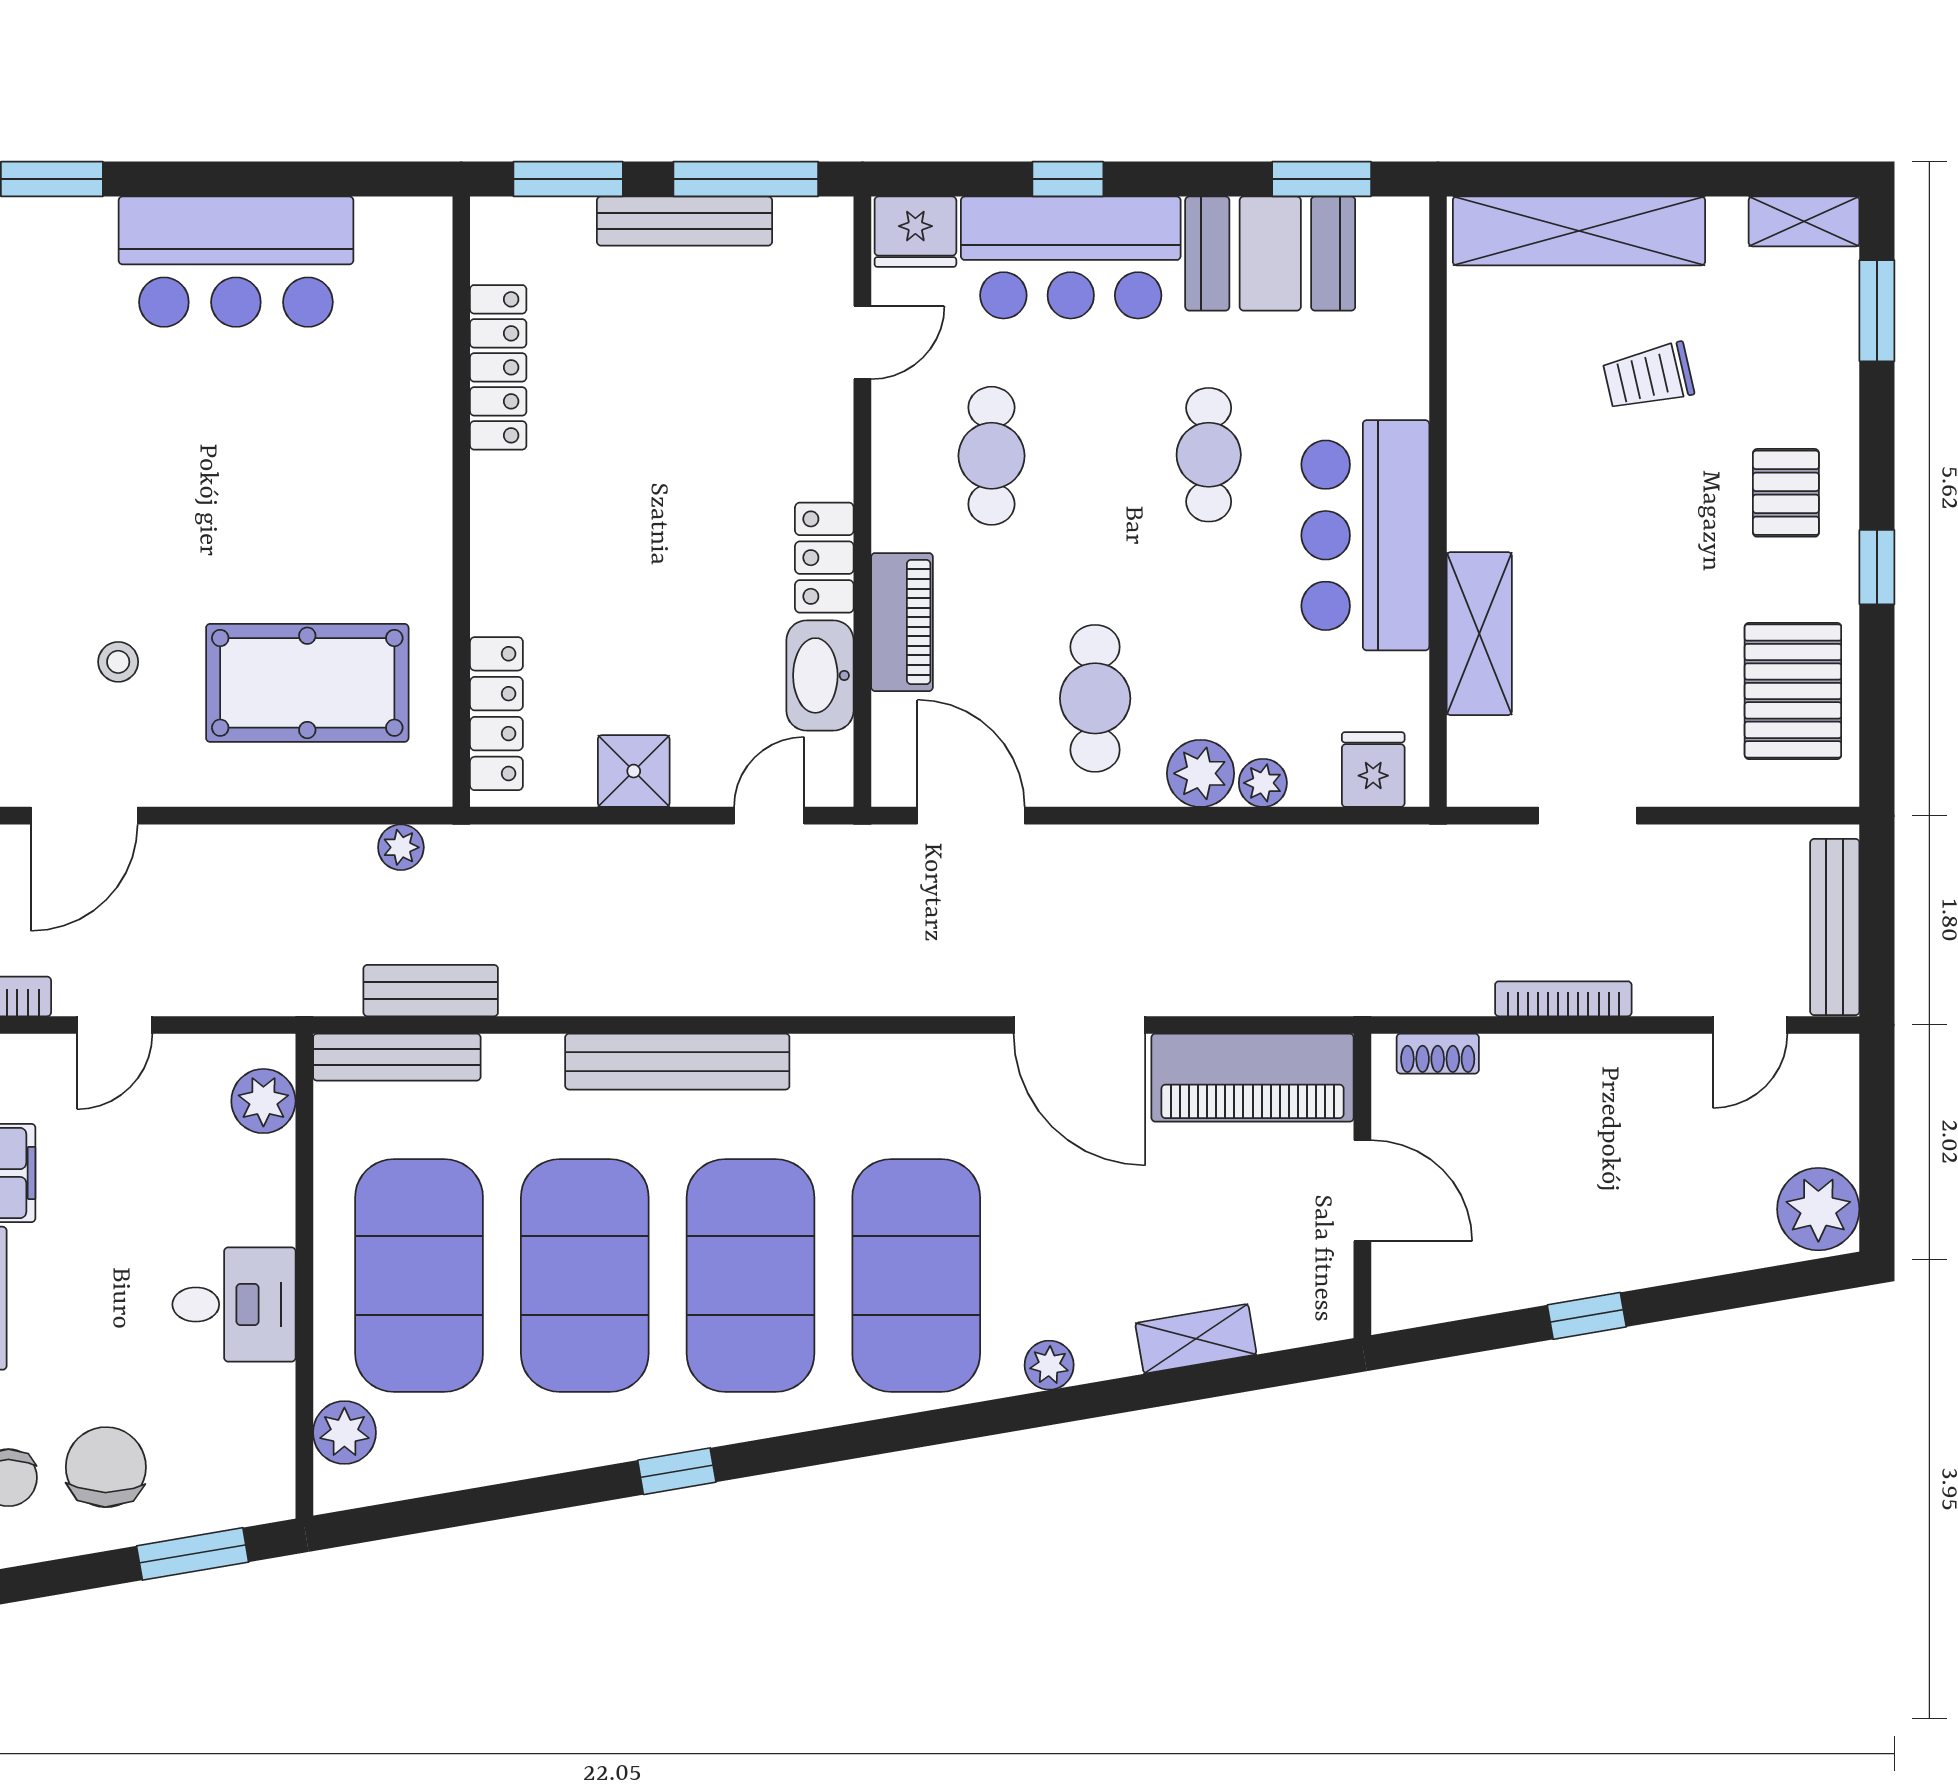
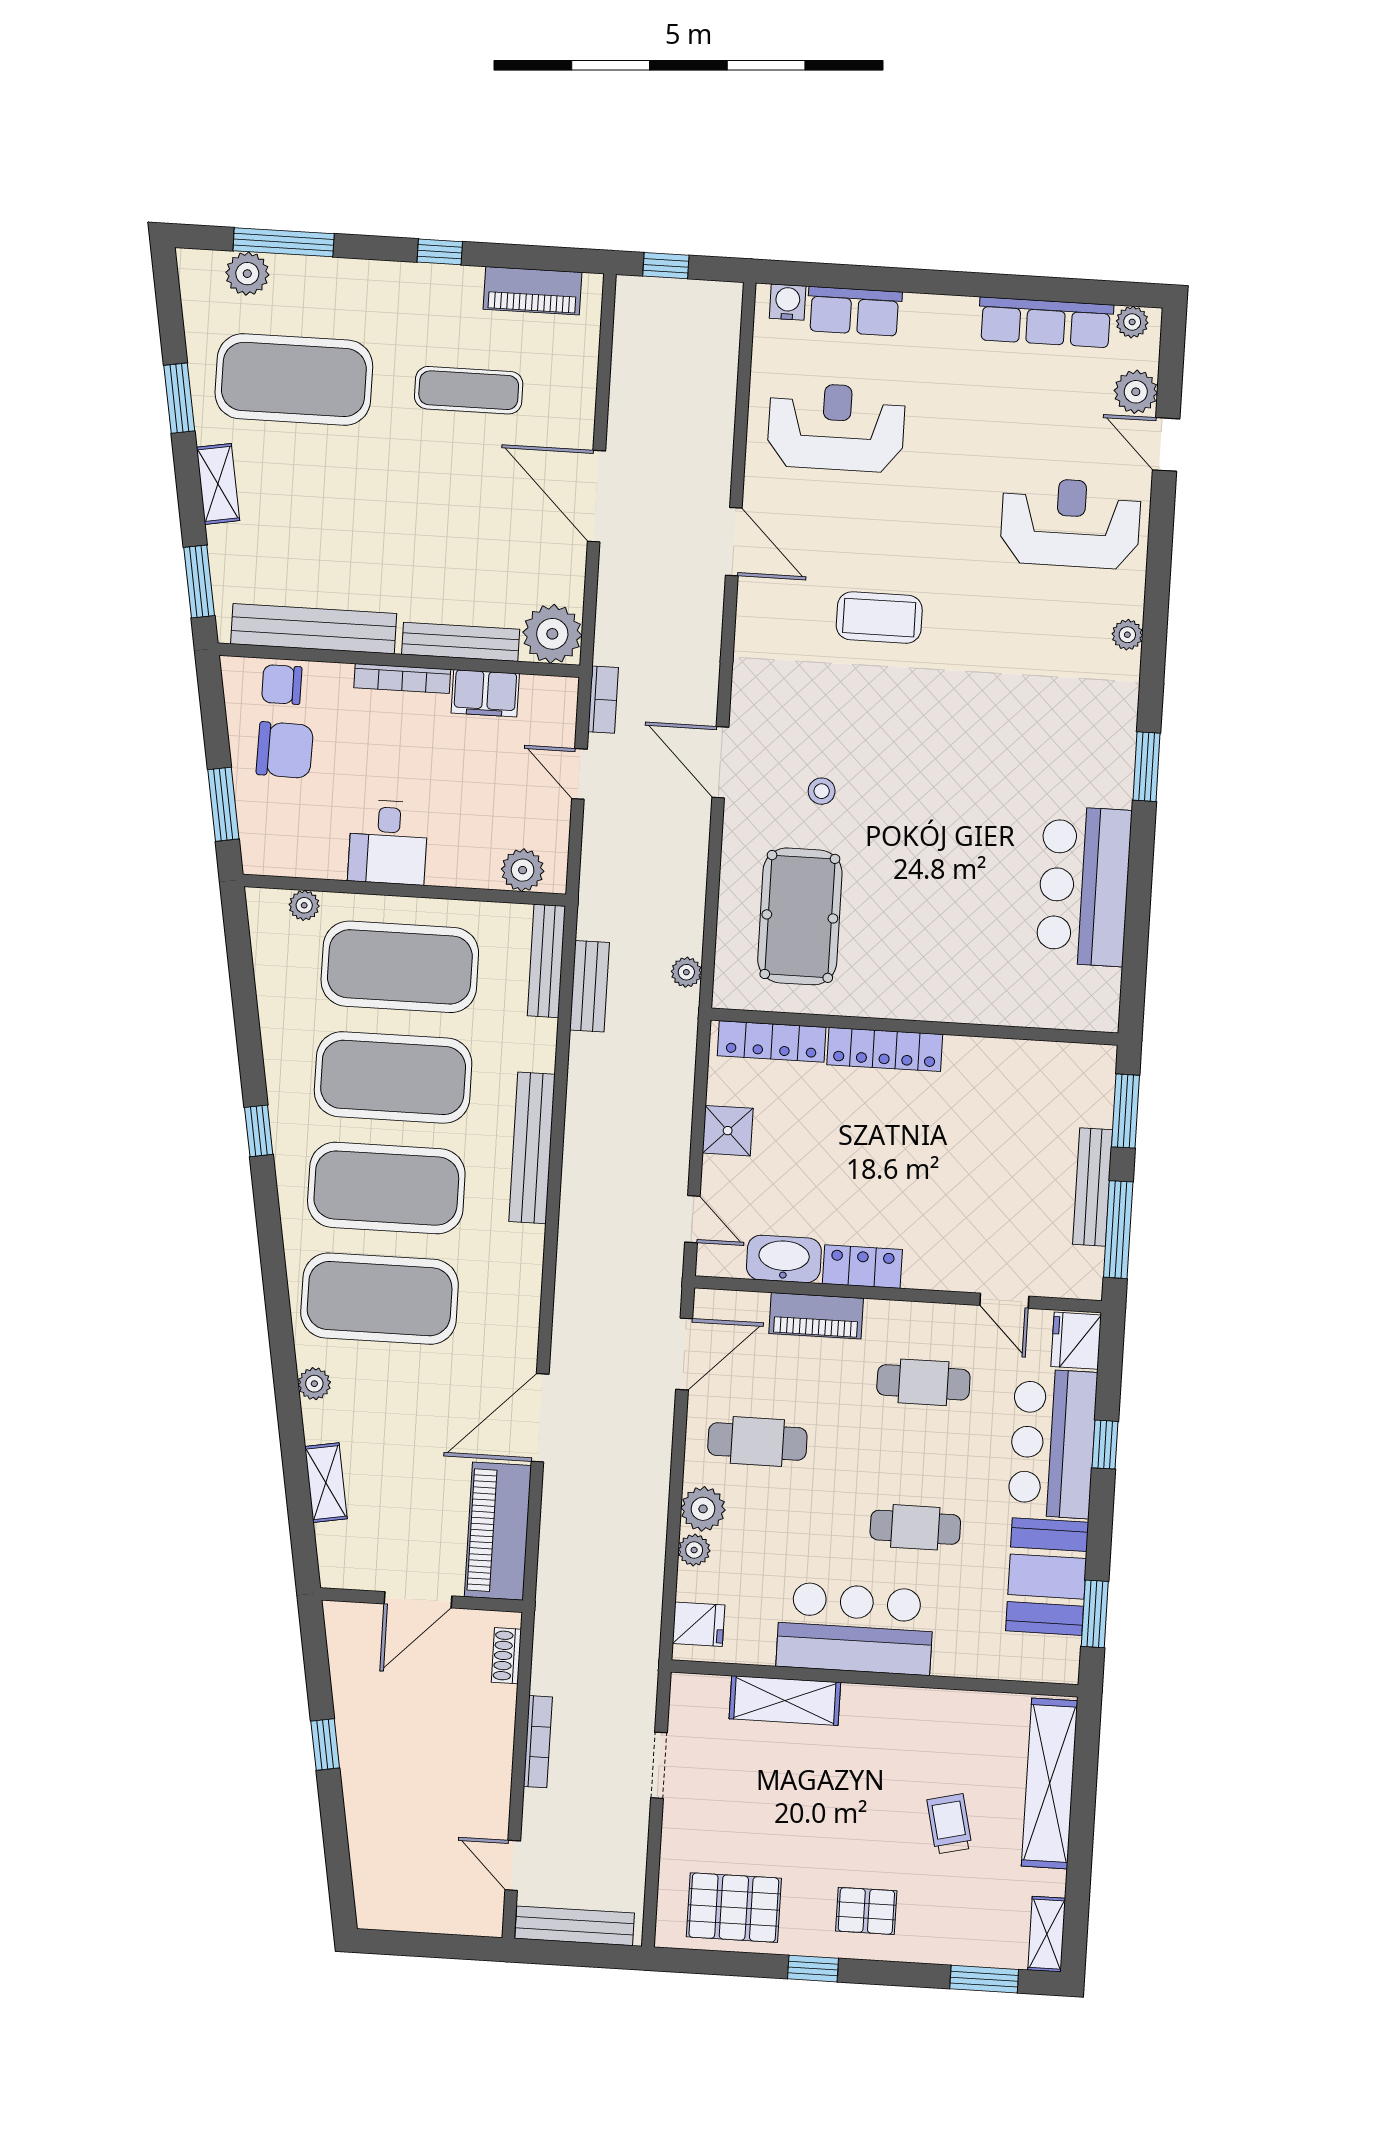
locker: (498, 367) -> (885, 1049), moved
plant: (1818, 1209) -> (387, 1903), removed
plant: (344, 1433) -> (304, 905), width x0.73, depth x0.73

